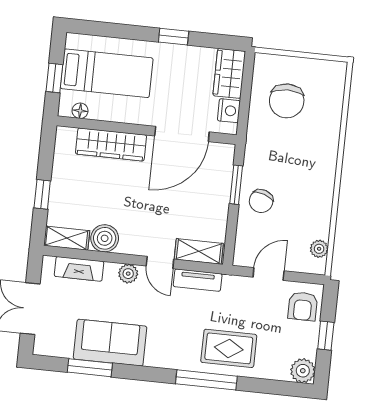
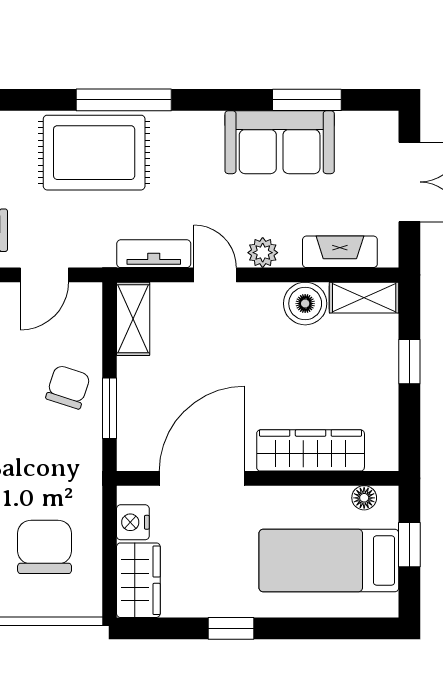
shelving: (199, 251) -> (133, 319), moved, turned 90
rug: (229, 348) -> (94, 153), width x1.36, depth x1.43

